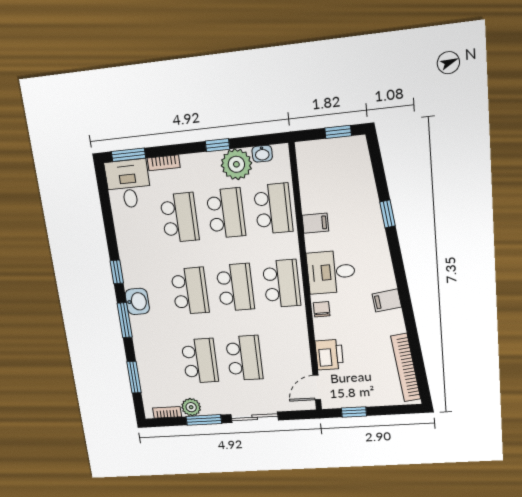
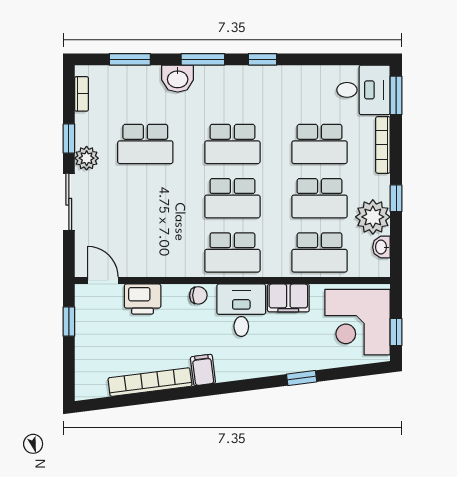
bookcase: (164, 163) -> (383, 145), width x1.56
corner desk: (332, 168) -> (358, 322), added
filing cabinet: (315, 223) -> (288, 298), width x2.00
washbasin: (137, 301) -> (178, 79), moved
school desk: (244, 358) -> (145, 198), removed
bookcase: (406, 368) -> (150, 382), moved
plant: (191, 407) -> (87, 158), moved
window: (204, 420) -> (69, 139), width x0.67

